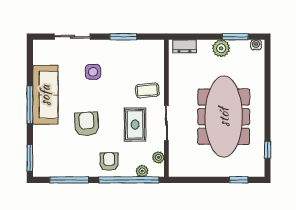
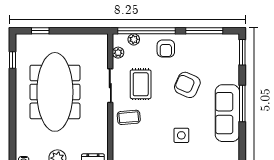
armchair: (87, 124) -> (187, 85), turned 118

